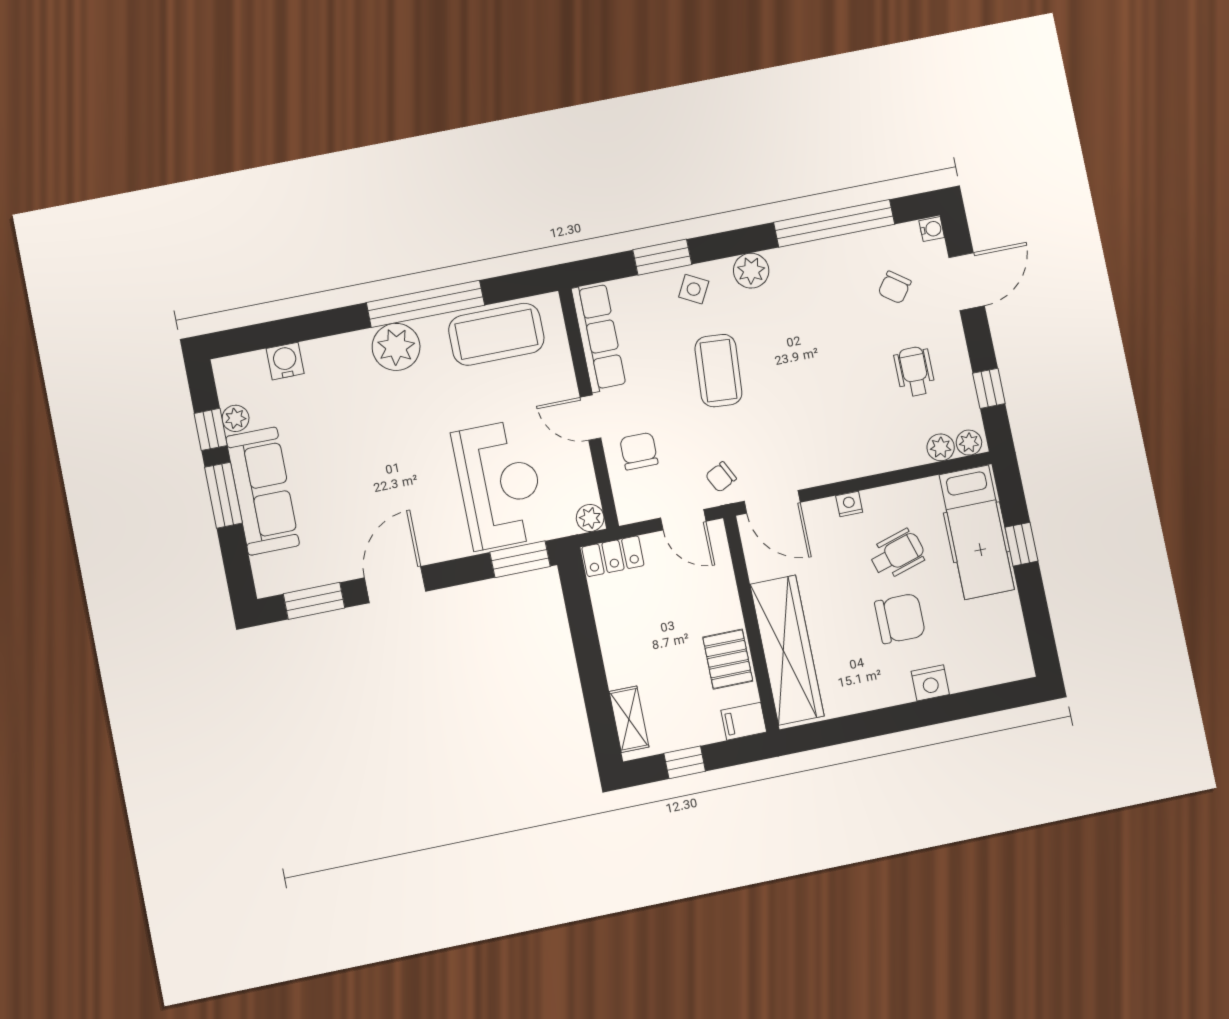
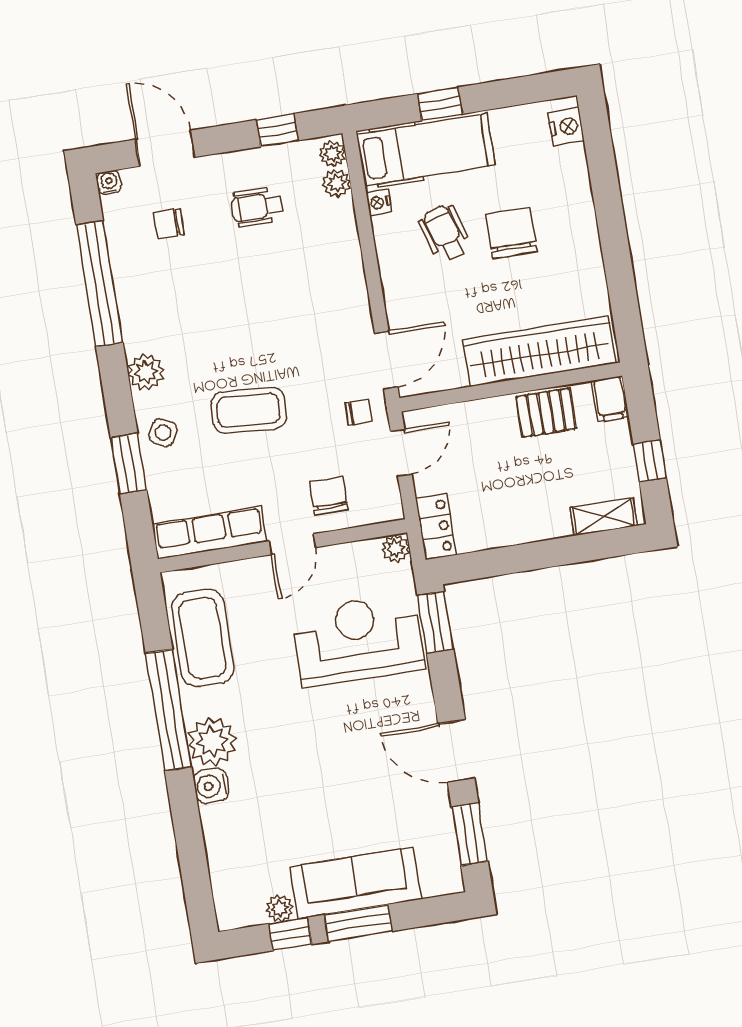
chair: (895, 287) -> (169, 224), turned 144
water cooler: (285, 361) -> (211, 786), moved
chair: (639, 451) -> (329, 496), turned 90
chair: (721, 477) -> (359, 412), turned -63
nightstand: (849, 504) -> (379, 202), moved
nightstand: (930, 683) -> (566, 127), moved

